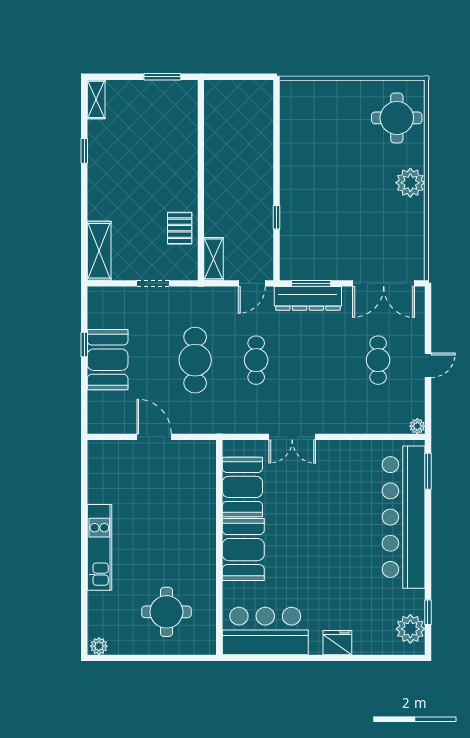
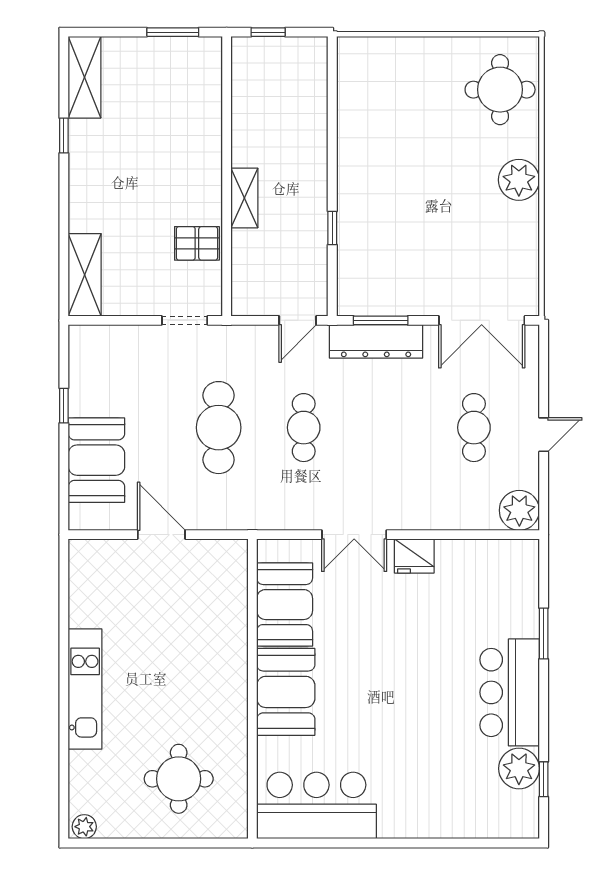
window: (231, 77) -> (268, 32), added
shelving: (96, 99) -> (84, 77), width x1.50, depth x1.33
pallet: (180, 228) -> (197, 243), turned 90
shelving: (214, 259) -> (244, 198), moved
doorway: (153, 283) -> (185, 320), moved
booth: (108, 360) -> (96, 460), moved
plant: (417, 426) -> (519, 510), width x1.88, depth x1.88
window: (428, 471) -> (544, 634), moved
bar counter: (404, 517) -> (510, 692), width x0.54
plant: (410, 629) -> (519, 769), moved
fridge: (337, 643) -> (414, 556), moved, turned 180

